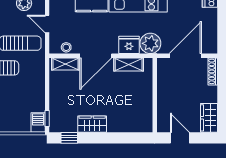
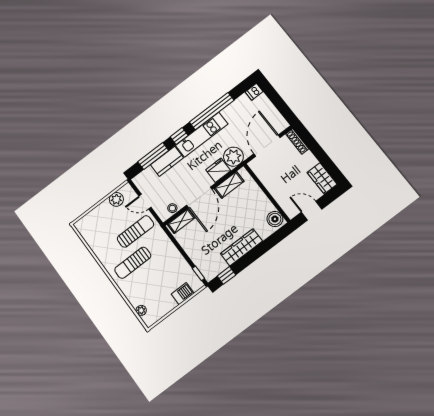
barbecue: (38, 122) -> (183, 294), moved, turned 90
boiler: (145, 122) -> (275, 219), added
wardrobe: (92, 124) -> (241, 247), width x1.50

